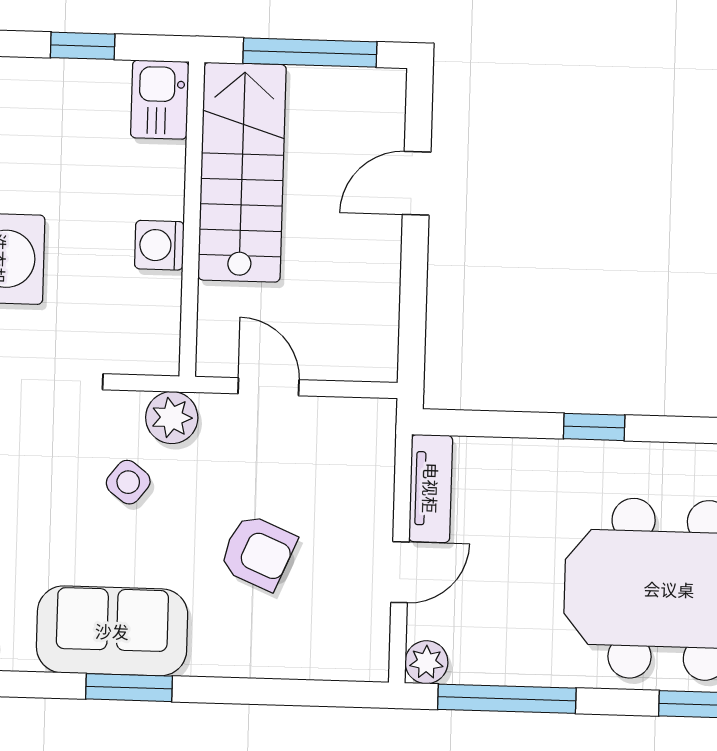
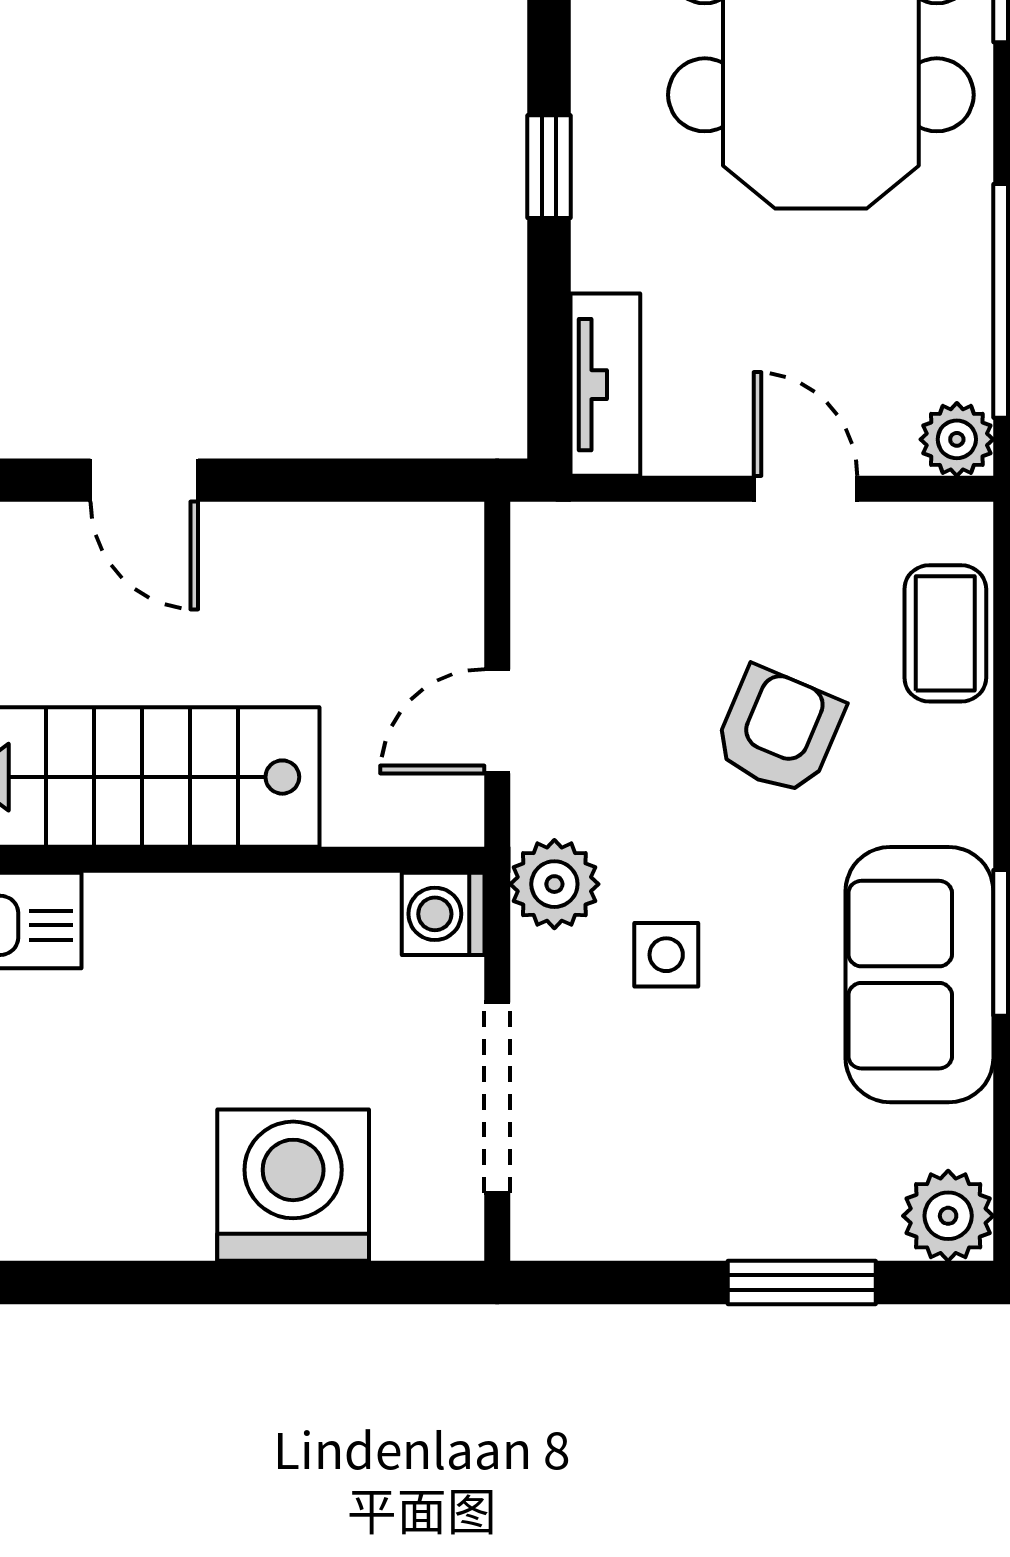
washing machine: (159, 245) -> (443, 914), moved, turned 90
side table: (128, 482) -> (666, 955), turned -38
tv unit: (431, 488) -> (605, 385), moved, turned 90
coffee table: (312, 652) -> (945, 633), added

